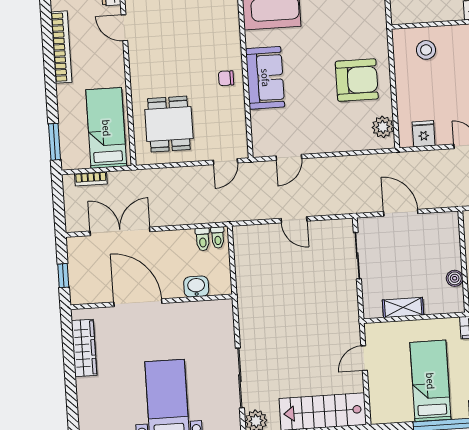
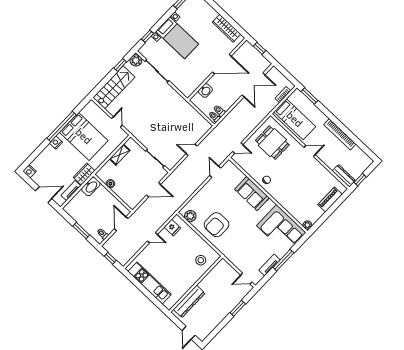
door: (124, 28) -> (310, 151), moved
door: (225, 162) -> (238, 148), swing flipped
bed: (430, 381) -> (84, 136), width x1.50

